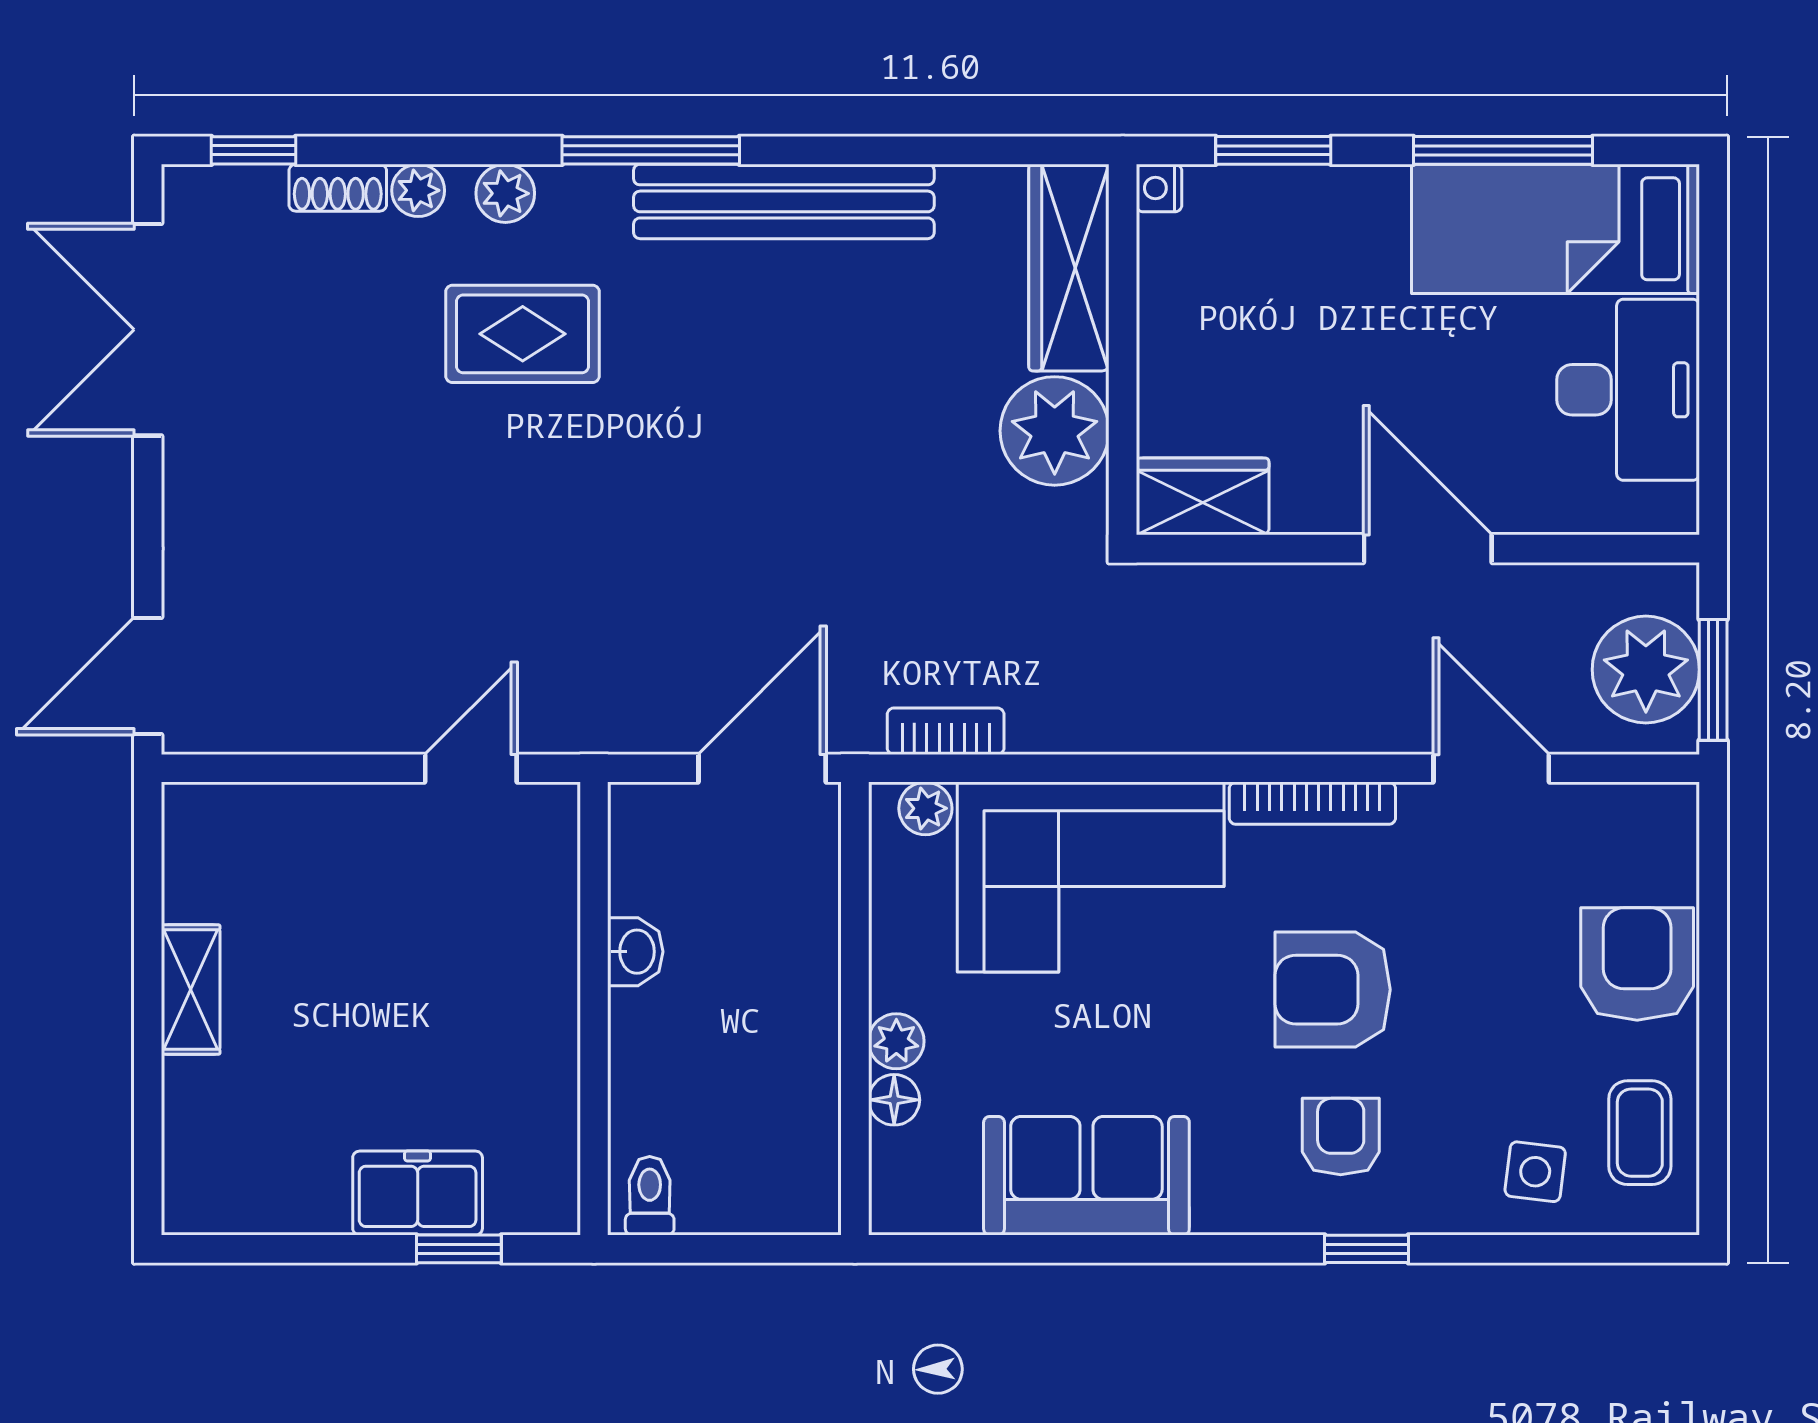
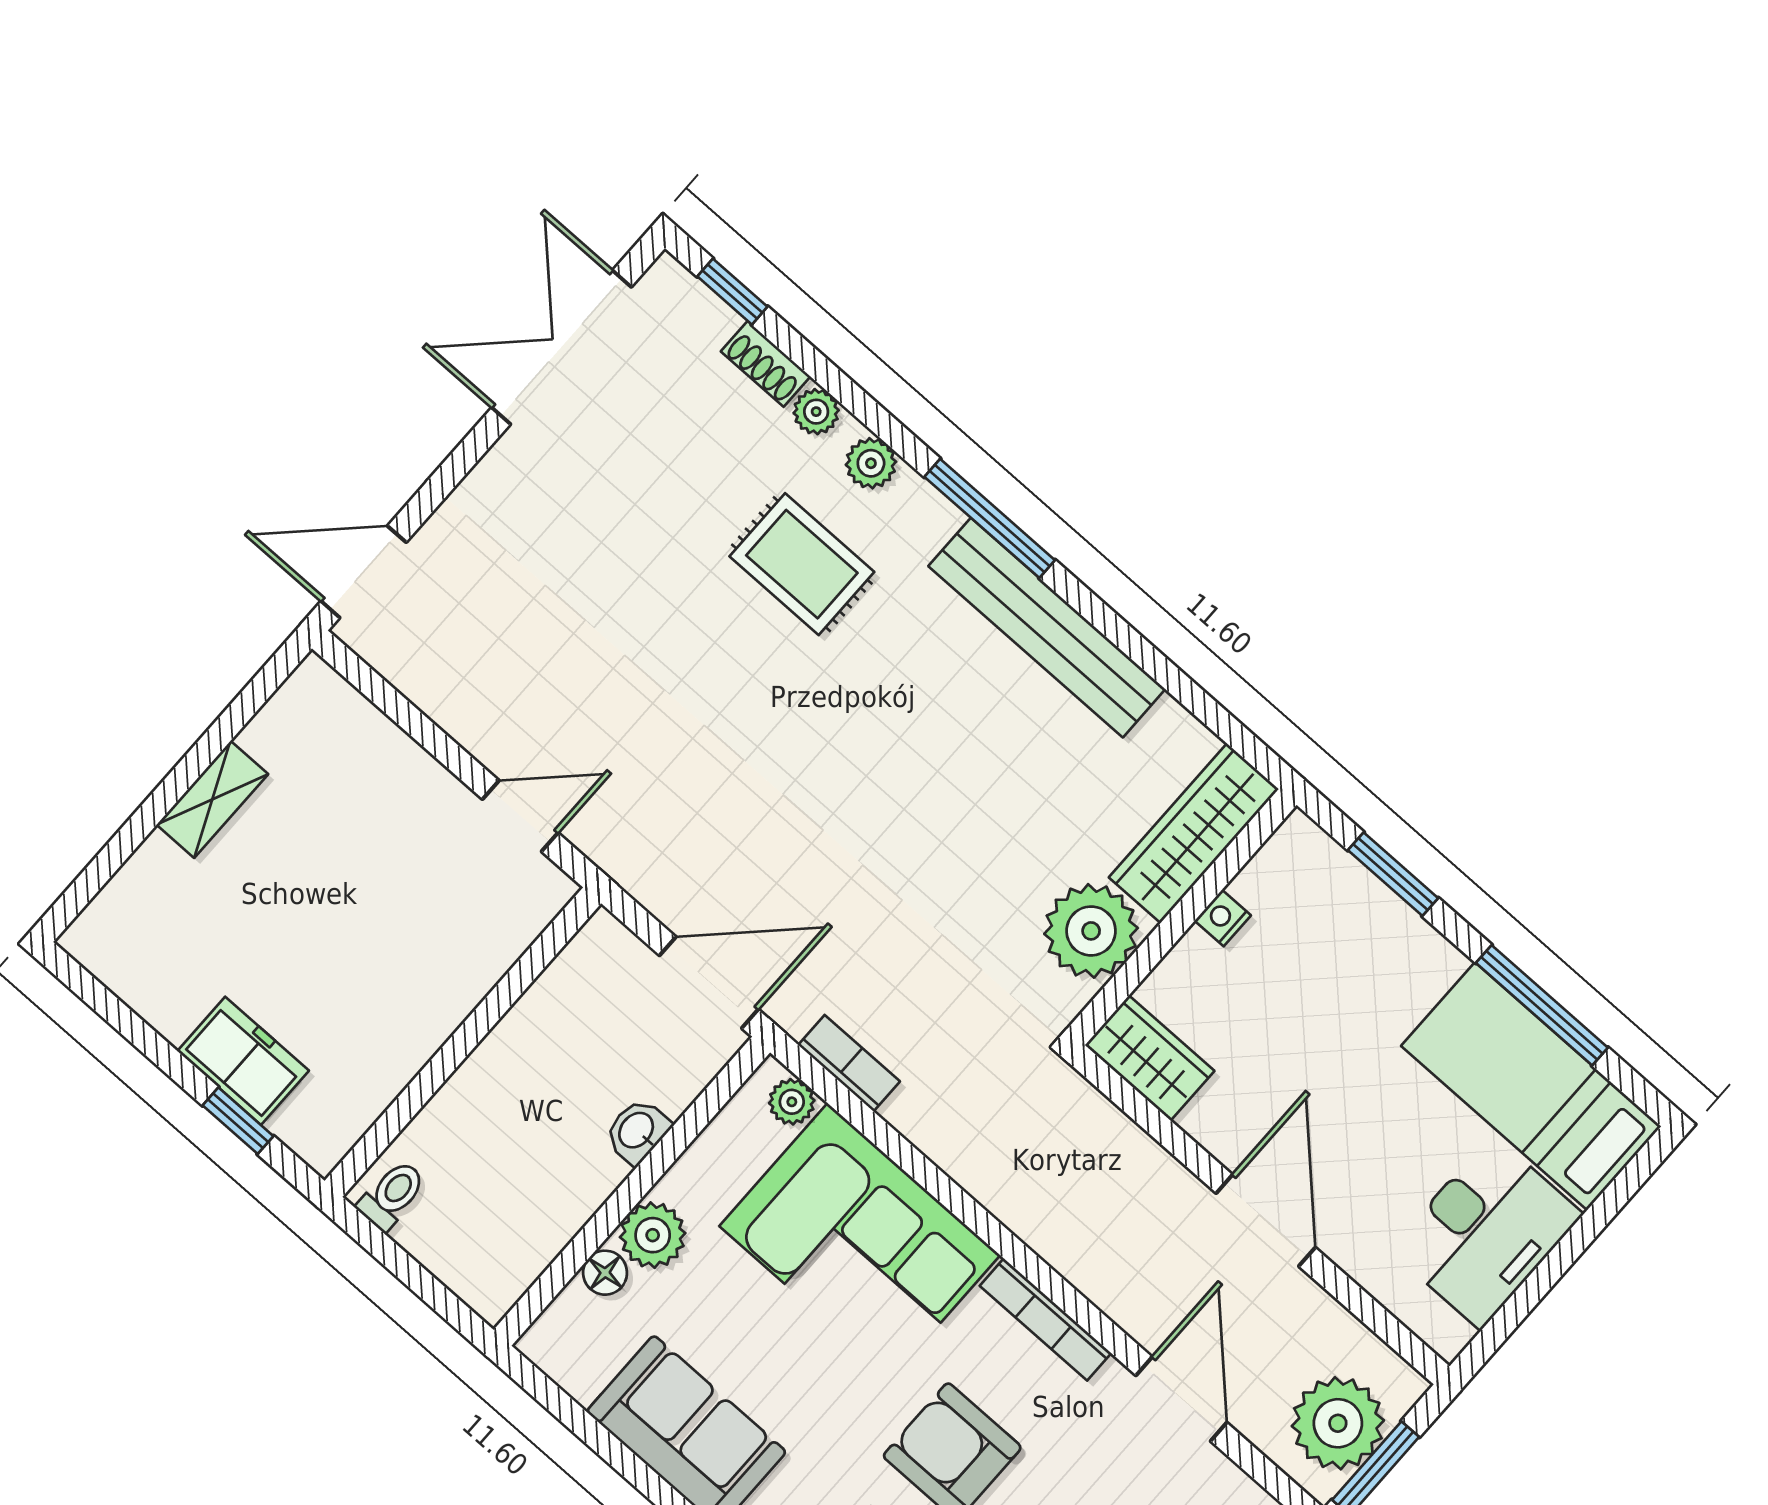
nightstand: (1159, 188) -> (1223, 918), moved
washbasin: (635, 952) -> (637, 1131), moved, turned 180
plant: (896, 1041) -> (653, 1235), width x1.38, depth x1.38

